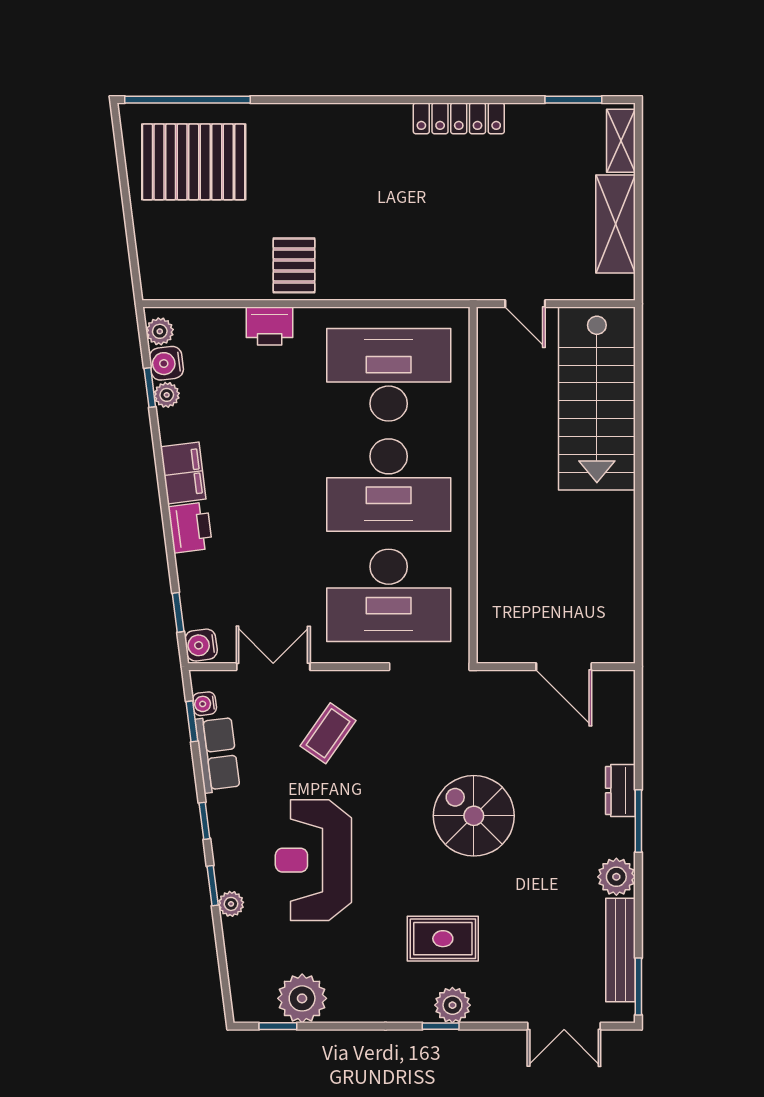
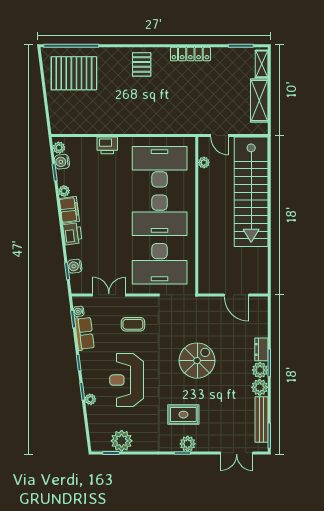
pallet: (294, 265) -> (142, 64), moved
plant: (489, 365) -> (204, 163), added
plant: (167, 395) -> (64, 191), moved
stairs: (597, 399) -> (251, 192), width x1.36
water cooler: (201, 645) -> (75, 266), moved
coffee table: (328, 733) -> (133, 324), turned 55
spiral stairs: (474, 816) -> (197, 361), turned 90
plant: (617, 837) -> (260, 370), added

